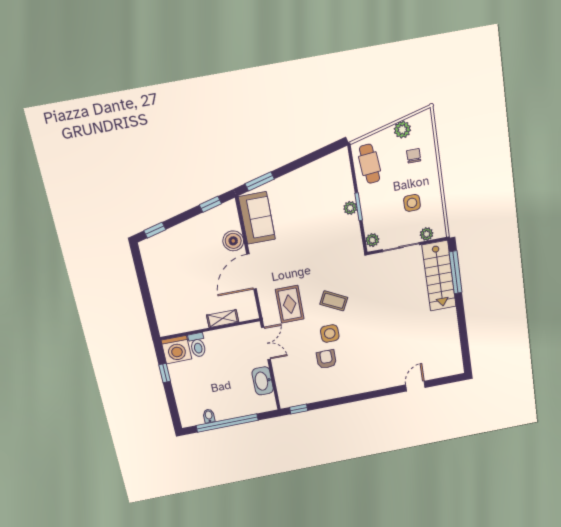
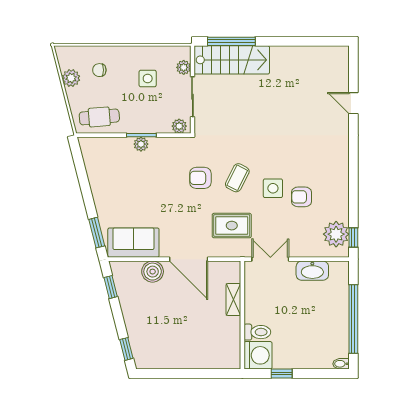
armchair: (328, 268) -> (200, 178), added
plant: (299, 394) -> (336, 234), added
bidet: (209, 416) -> (341, 364), moved

